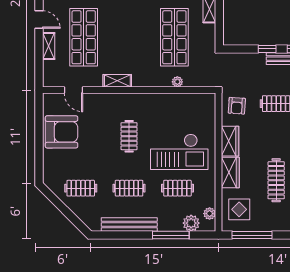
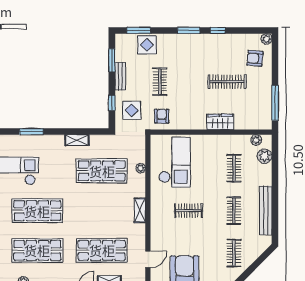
window: (267, 49) -> (112, 103), moved
shelving: (117, 81) -> (140, 210), moved
armchair: (237, 106) -> (162, 116), turned -94
wardrobe: (230, 141) -> (193, 122), removed
checkout: (179, 152) -> (174, 162), moved
display table: (239, 209) -> (132, 110), moved
window: (171, 235) -> (275, 174), removed

